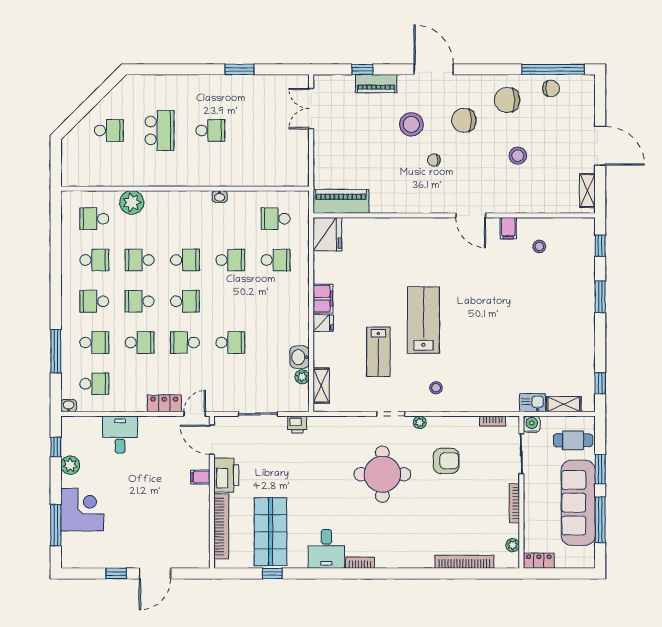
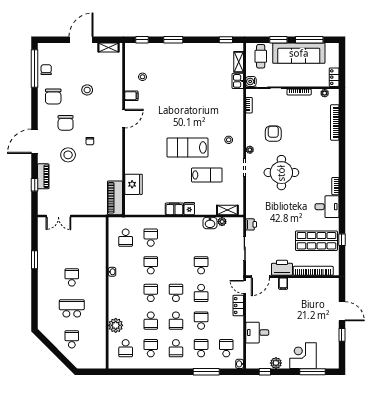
fridge: (327, 234) -> (134, 184), moved, turned 90

